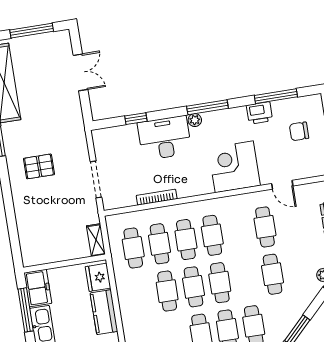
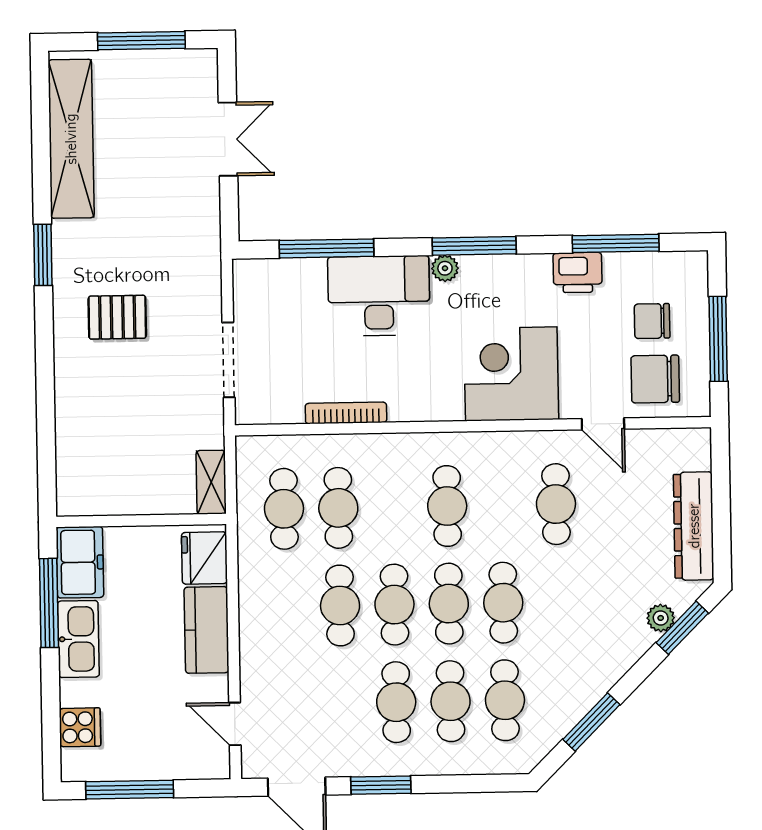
window: (136, 119) -> (327, 248), width x2.17
chair: (305, 159) -> (655, 379), added
cafe table: (186, 240) -> (393, 507), removed
cafe table: (273, 274) -> (503, 603), moved

